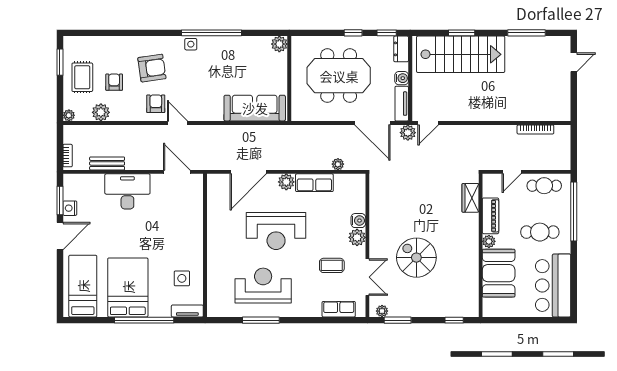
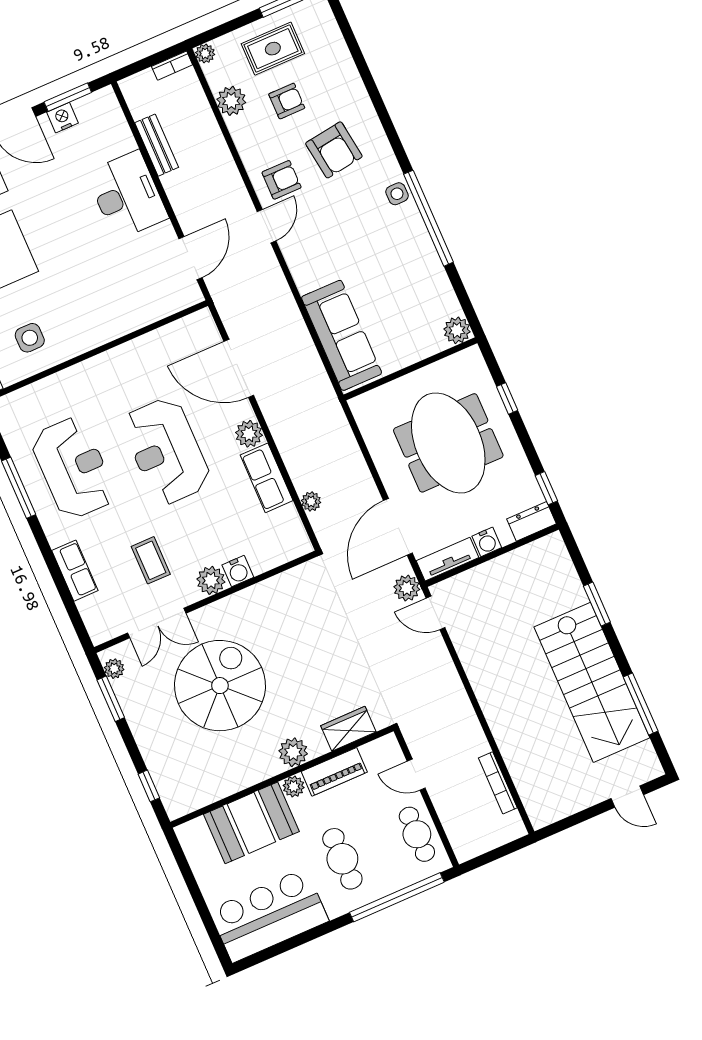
window: (353, 33) -> (507, 398), moved
stairs: (461, 54) -> (592, 682), moved
bookcase: (68, 156) -> (172, 66), moved
plant: (470, 234) -> (293, 752), added
spiral stairs: (416, 258) -> (220, 686), width x1.37, depth x1.37
row of seats: (339, 309) -> (75, 571), moved

